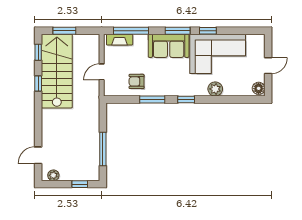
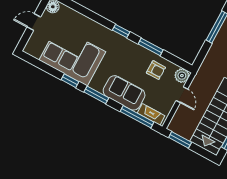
window: (64, 31) -> (180, 140), moved
sofa: (169, 46) -> (124, 93), moved
door: (102, 72) -> (182, 95), hinge flipped
plant: (215, 89) -> (182, 76), moved

